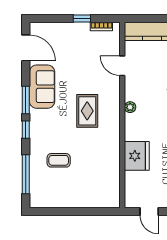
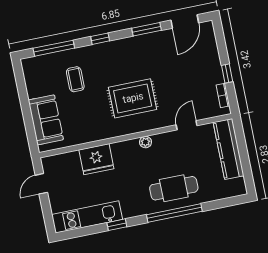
sofa: (42, 87) -> (46, 120), moved, turned -90
window: (26, 100) -> (146, 29), moved
rug: (87, 111) -> (133, 98), width x1.36, depth x1.43

